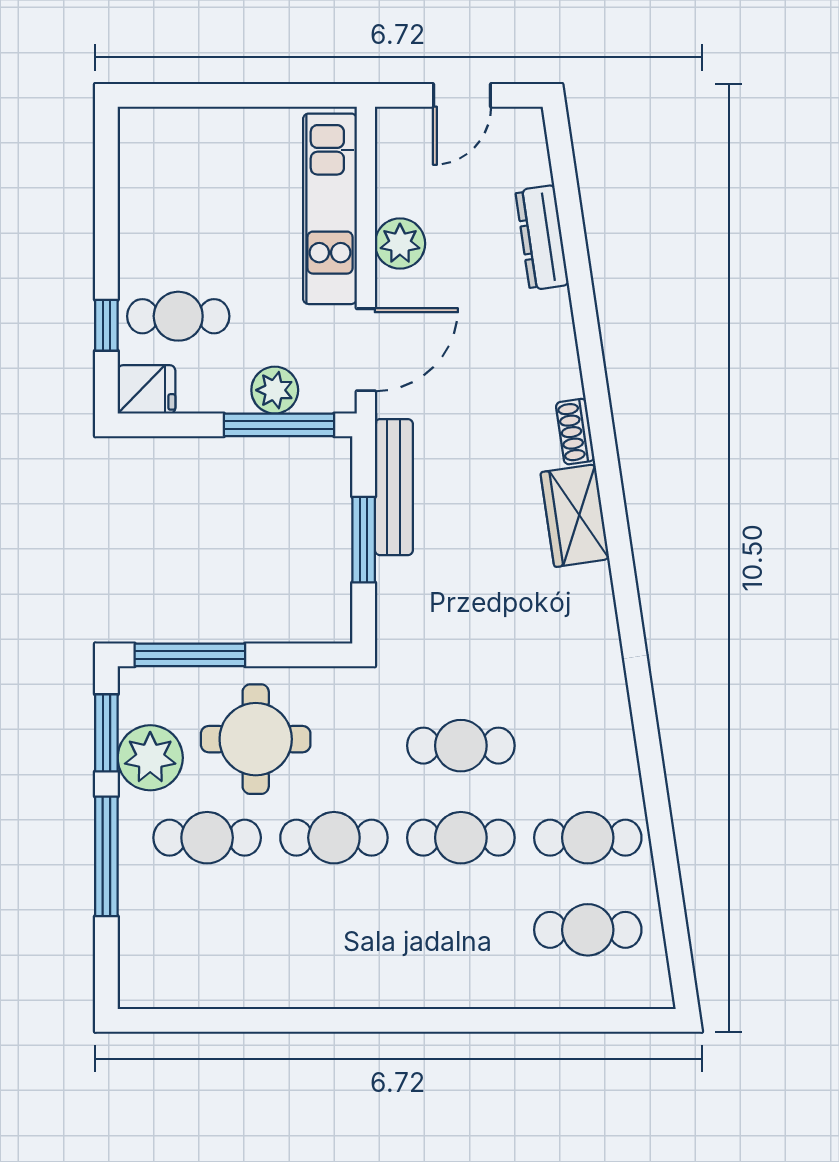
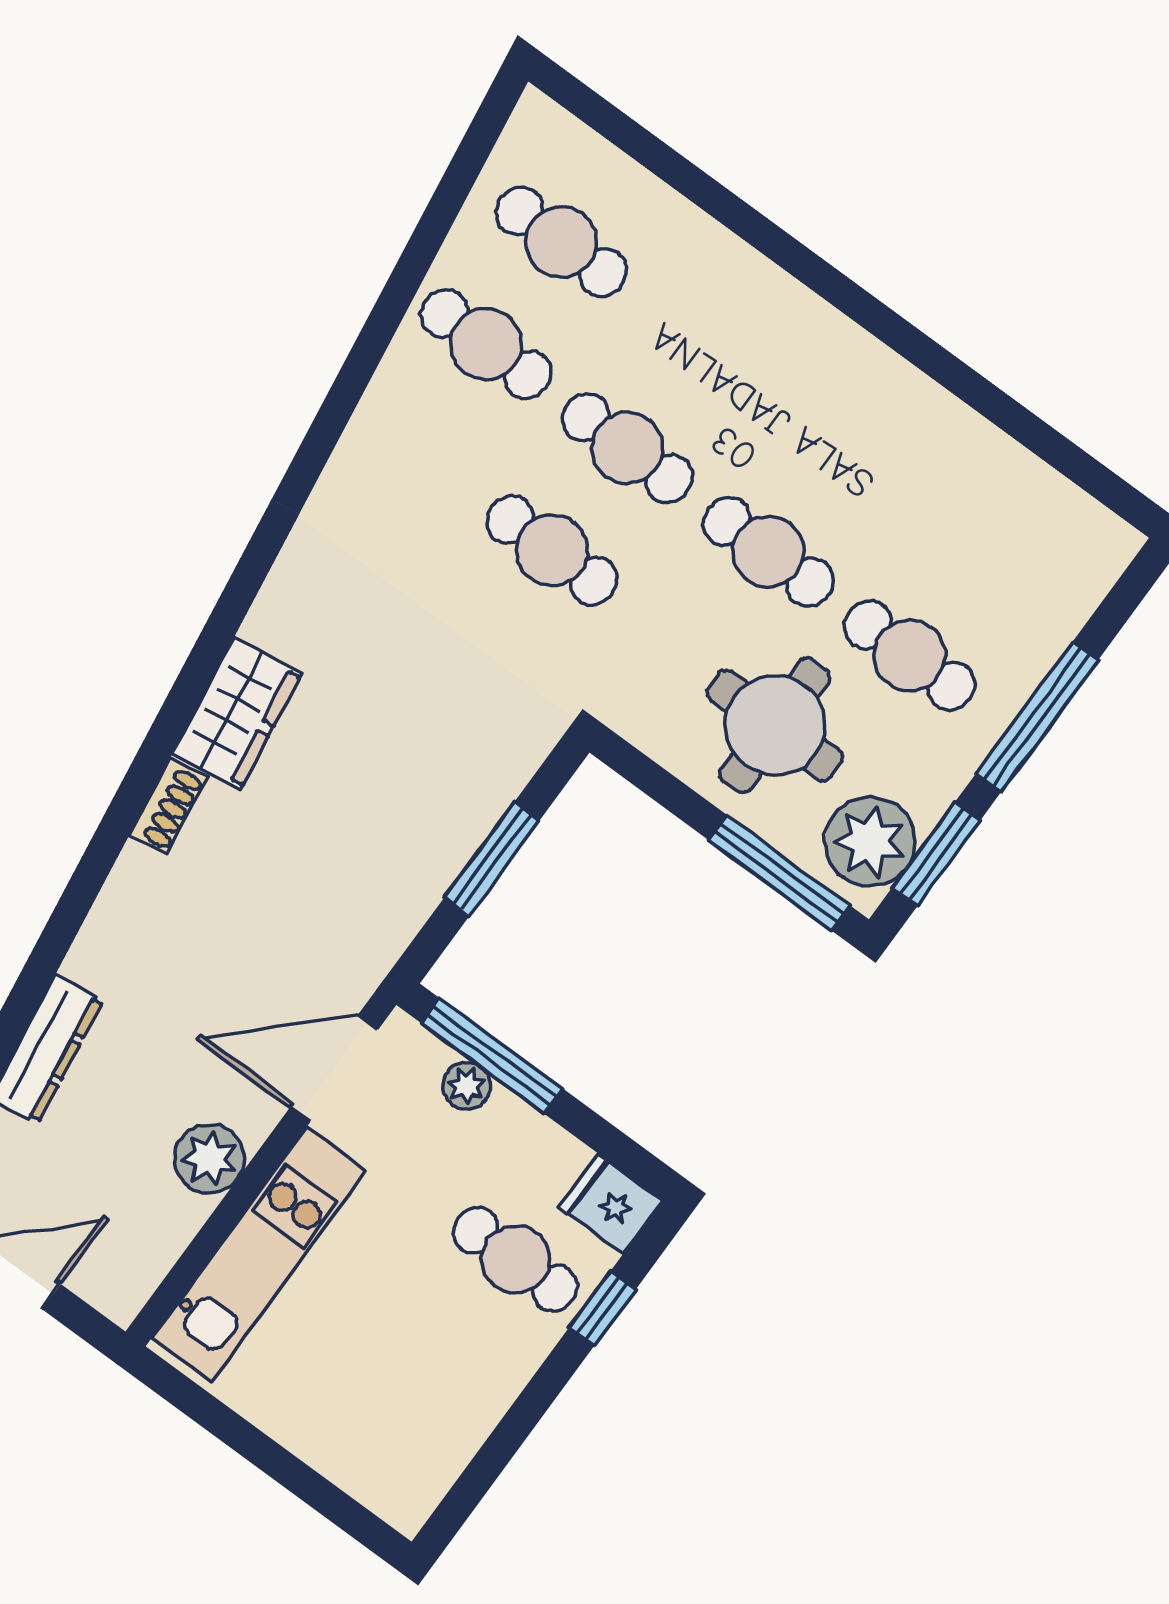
plant: (275, 390) -> (467, 1086), width x0.73, depth x0.73
bench: (394, 487) -> (415, 893), removed
plant: (150, 758) -> (870, 842), moved

